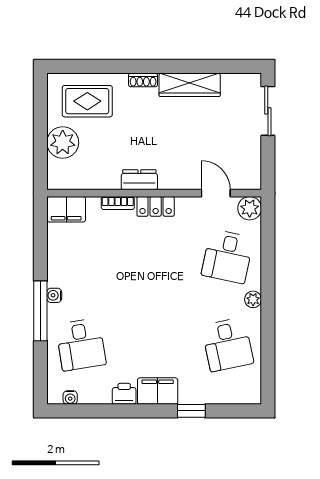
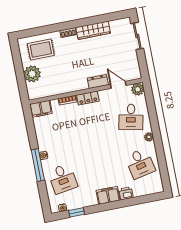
dresser: (139, 180) -> (98, 81), moved
printer: (124, 394) -> (126, 193), moved
window: (191, 411) -> (77, 212), moved

